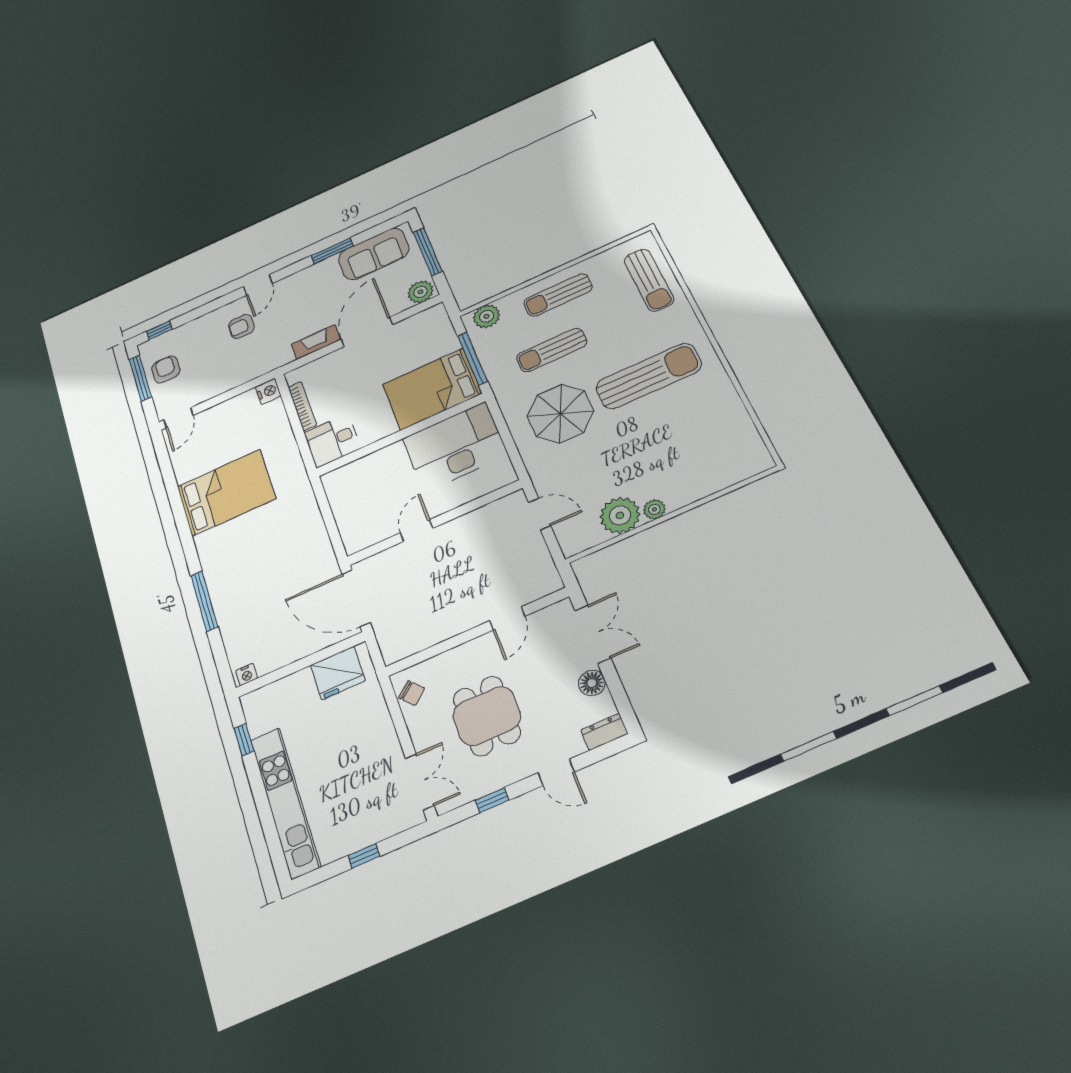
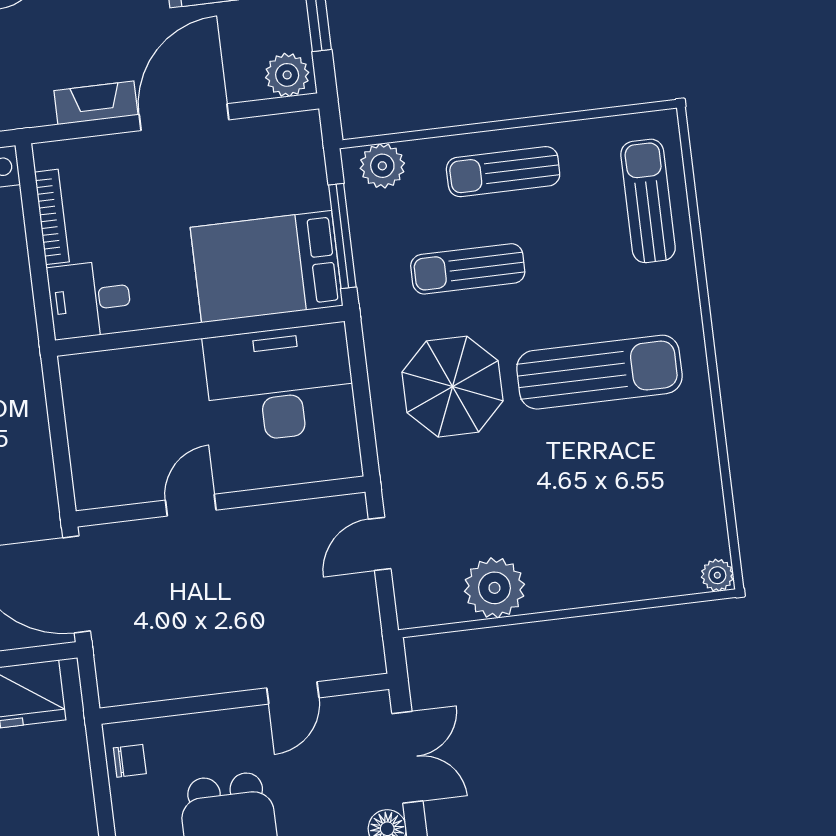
sun lounger: (649, 280) -> (648, 201), turned 180
plant: (654, 509) -> (717, 575), moved
door: (540, 514) -> (380, 544), swing flipped
chair: (412, 693) -> (130, 761), turned -49

